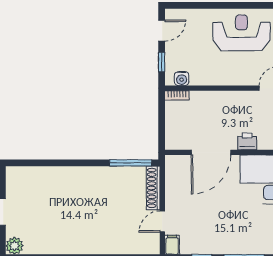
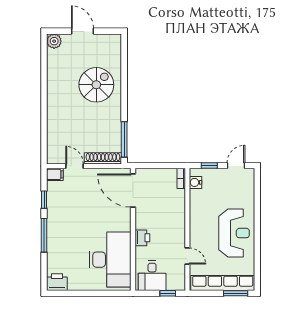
door: (162, 31) -> (236, 166), swing flipped
door: (211, 152) -> (133, 191), moved
spiral stairs: (66, 196) -> (96, 85), added

